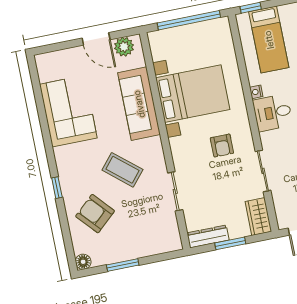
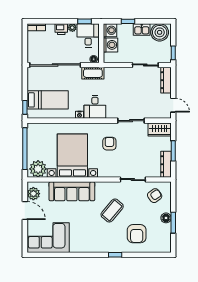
door: (96, 39) -> (25, 211), hinge flipped
plant: (163, 46) -> (38, 169), added
corner sofa: (68, 111) -> (48, 238), moved
armchair: (222, 146) -> (109, 144), turned -90
armchair: (95, 214) -> (137, 234), turned -48
armchair: (158, 229) -> (155, 196), added
floor lamp: (83, 262) -> (166, 218), moved

